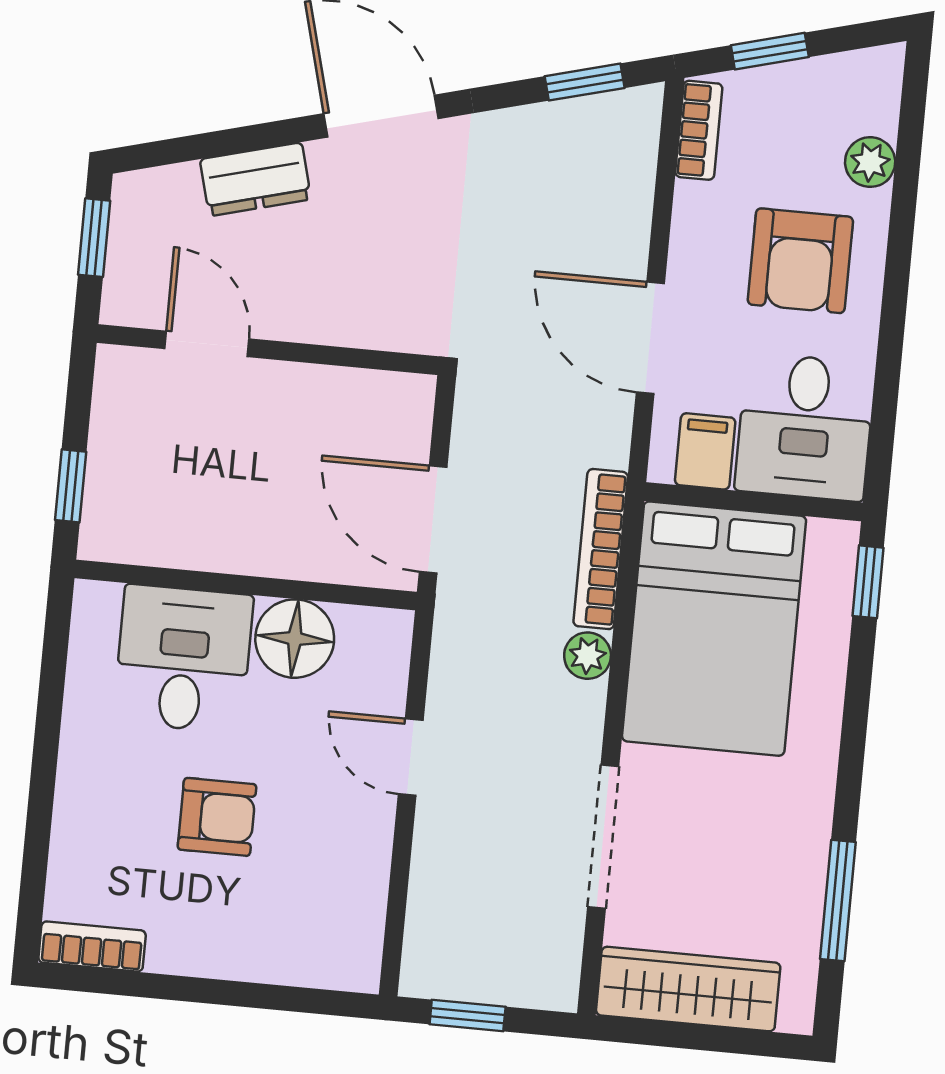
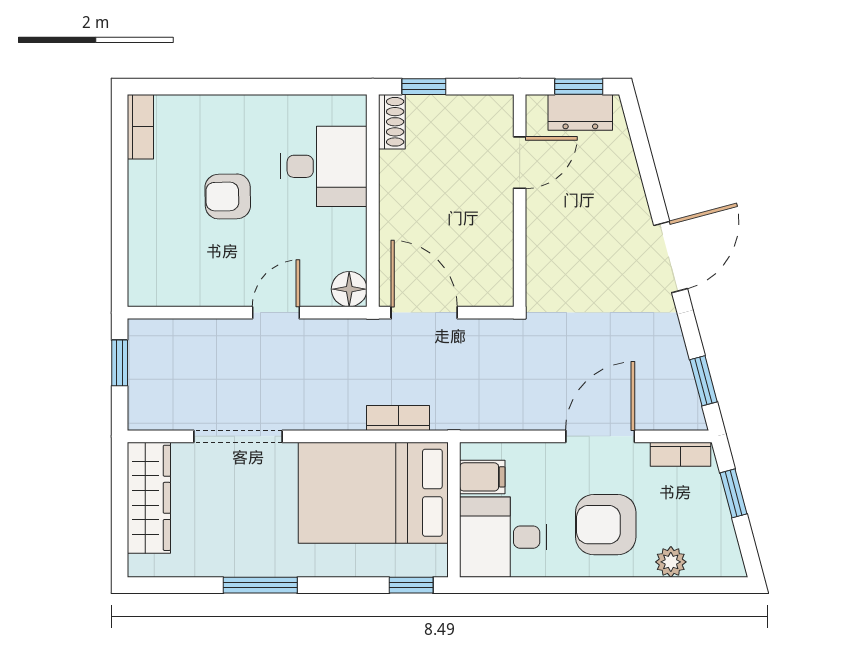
dresser: (255, 179) -> (580, 112), moved, turned -75
door: (650, 338) -> (600, 436), moved
door: (433, 520) -> (424, 313), hinge flipped
shoe rack: (122, 542) -> (392, 122), added
bookcase: (601, 549) -> (398, 418), width x0.64
floor lamp: (295, 639) -> (349, 289), moved, width x0.73, depth x0.73
plant: (588, 656) -> (349, 416), removed
armchair: (217, 817) -> (228, 196), turned 89
window: (838, 900) -> (260, 585), moved

